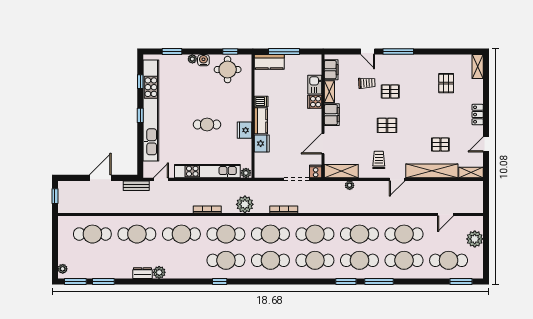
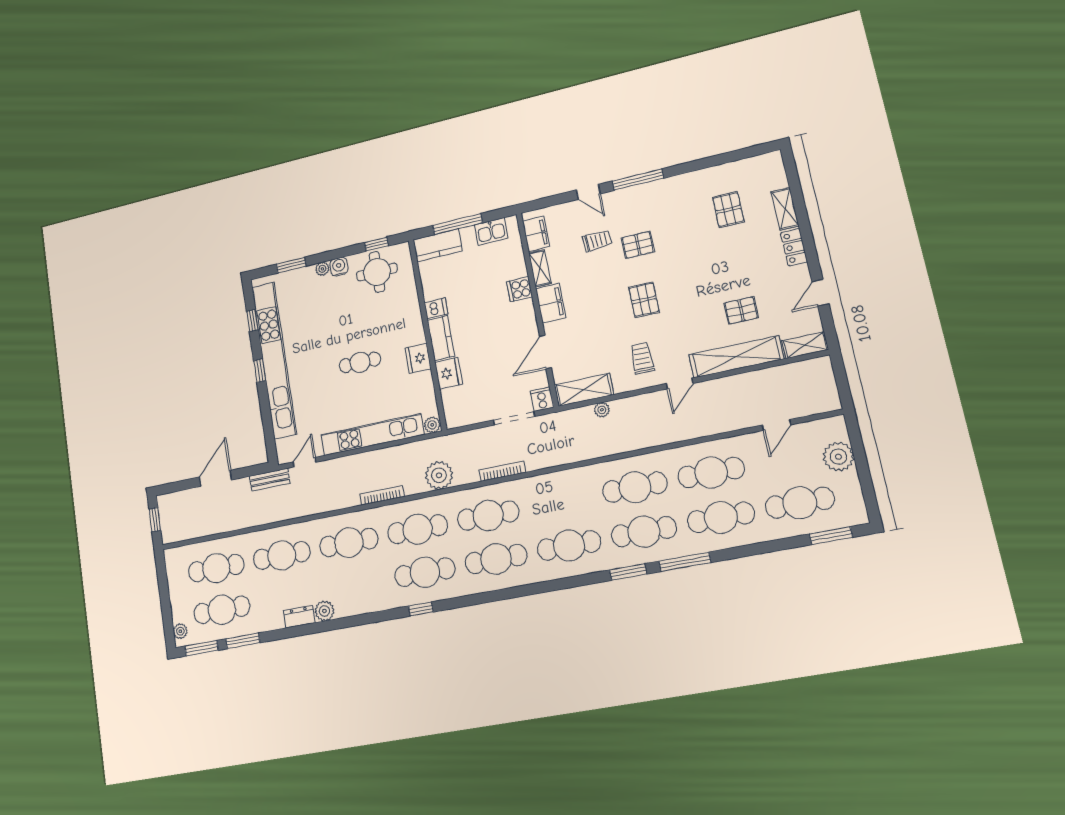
shelving: (478, 67) -> (785, 209), moved
kitchen sink: (315, 85) -> (491, 231), moved, turned -90
pallet: (387, 125) -> (644, 300), turned 90
cafe table: (315, 234) -> (222, 610), moved

